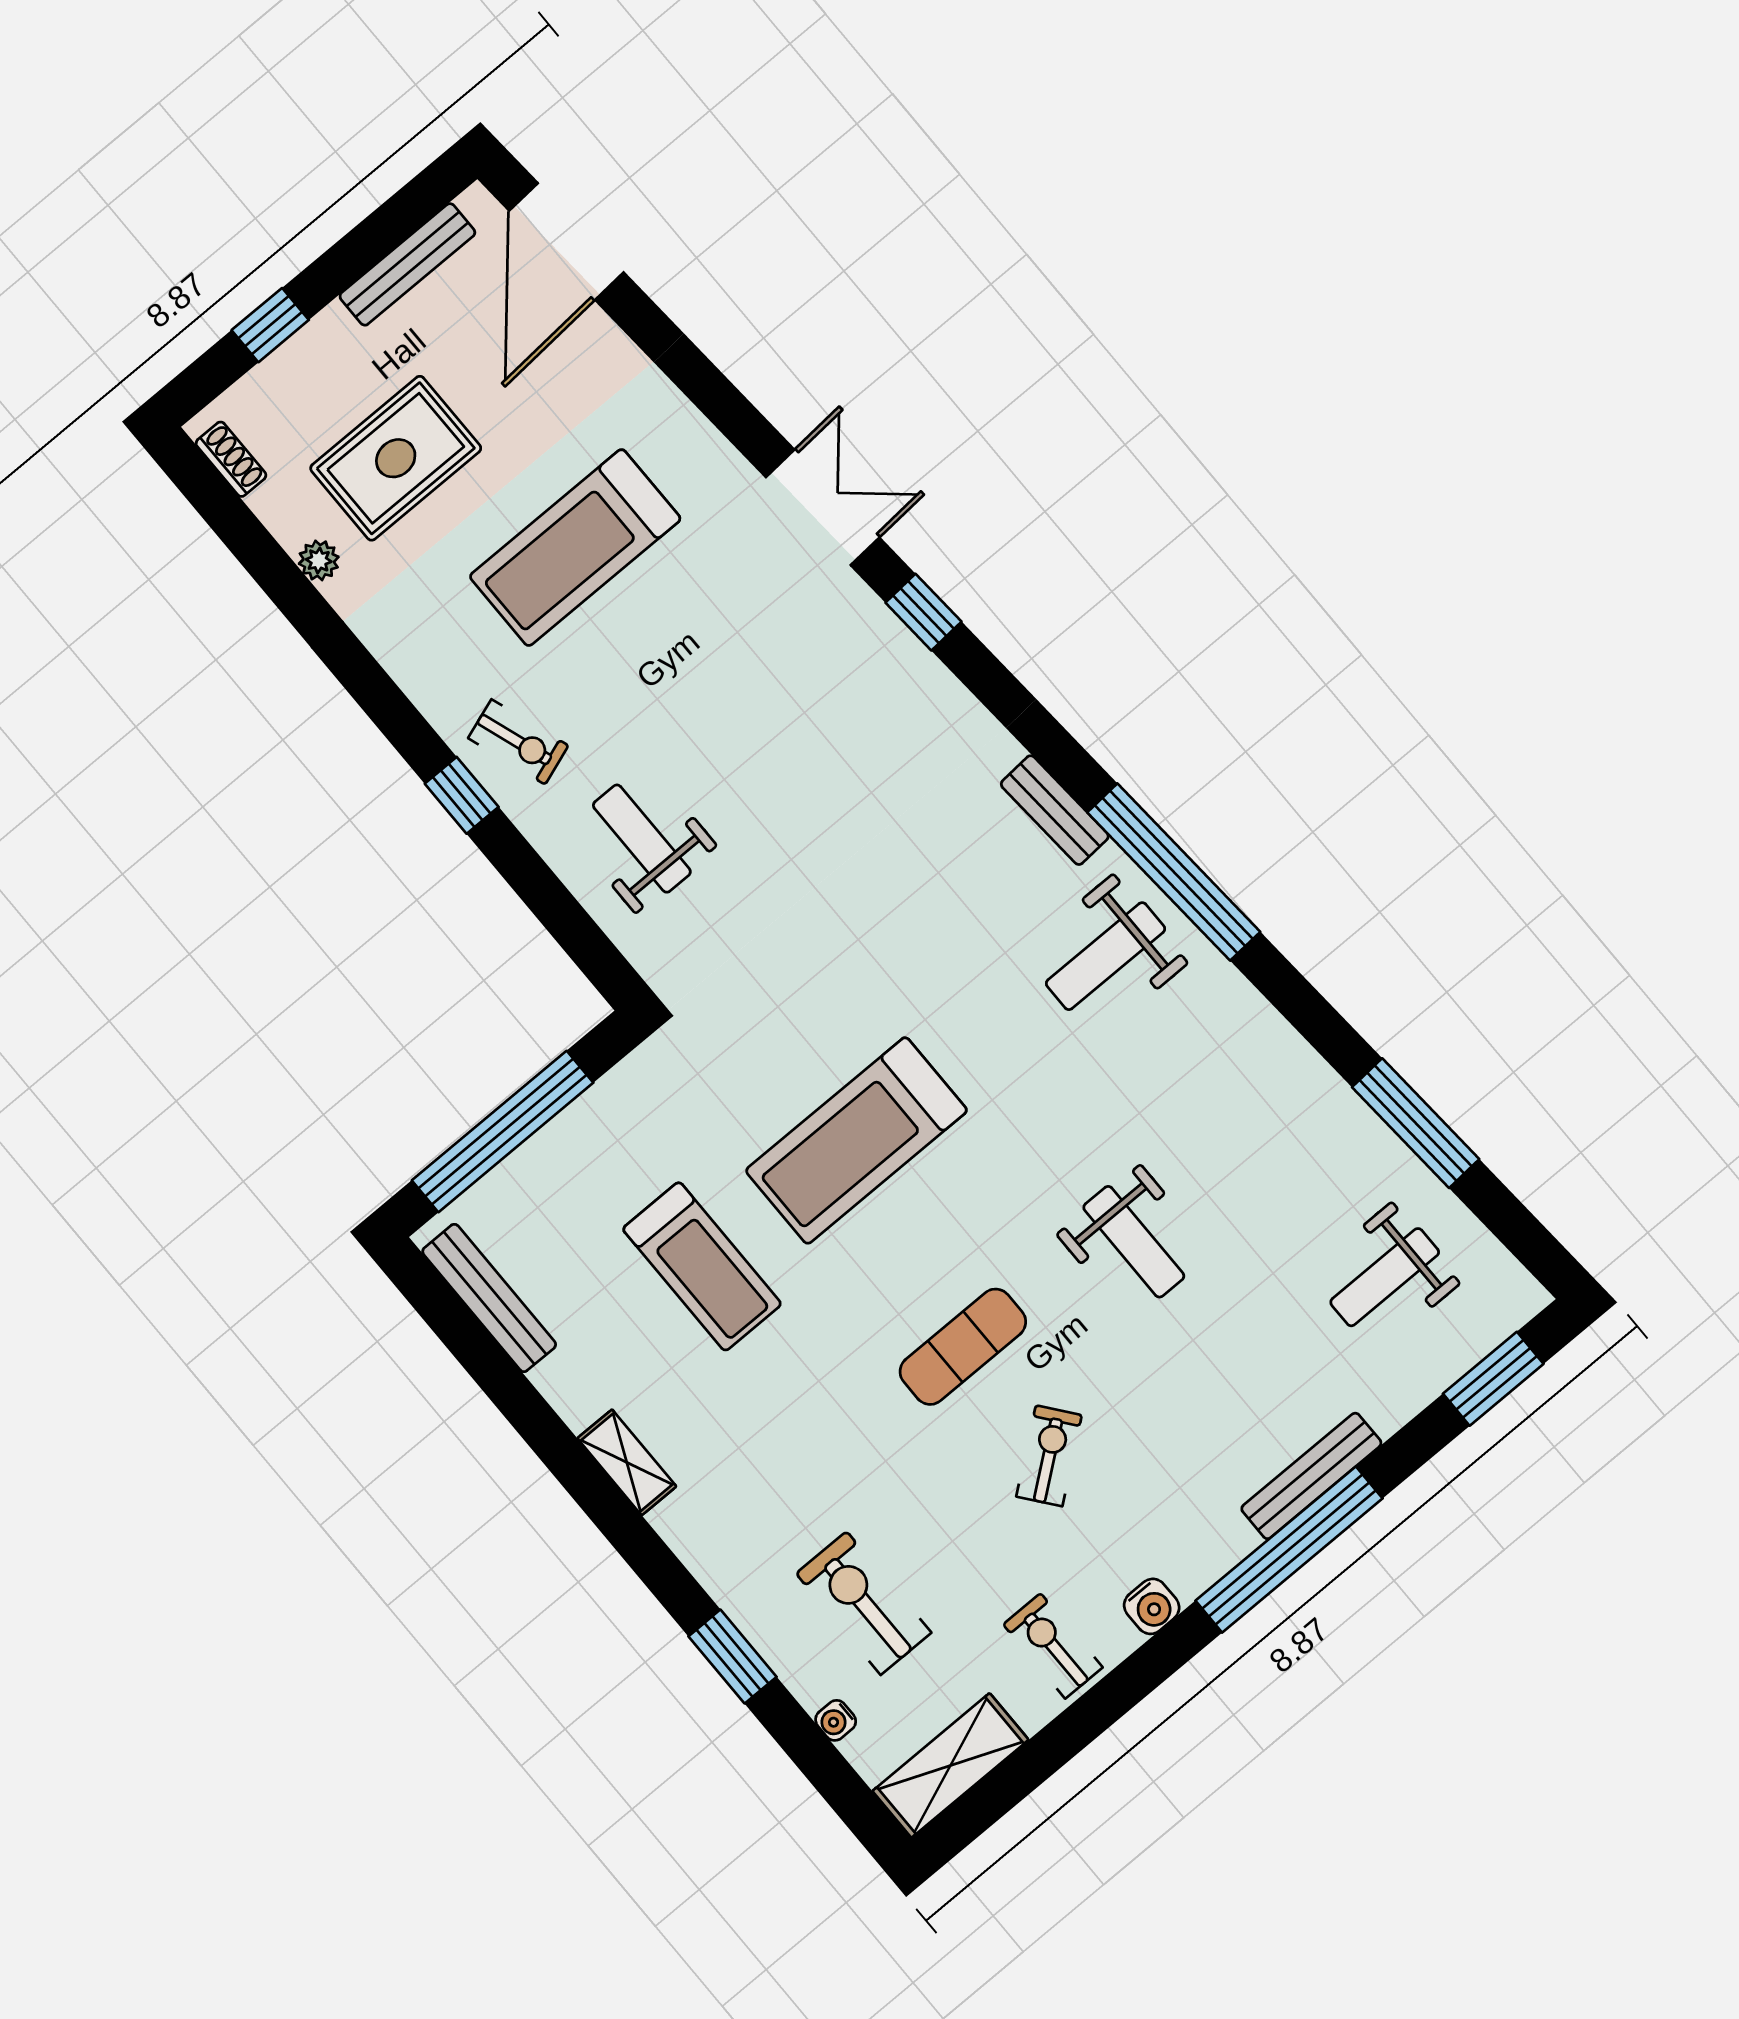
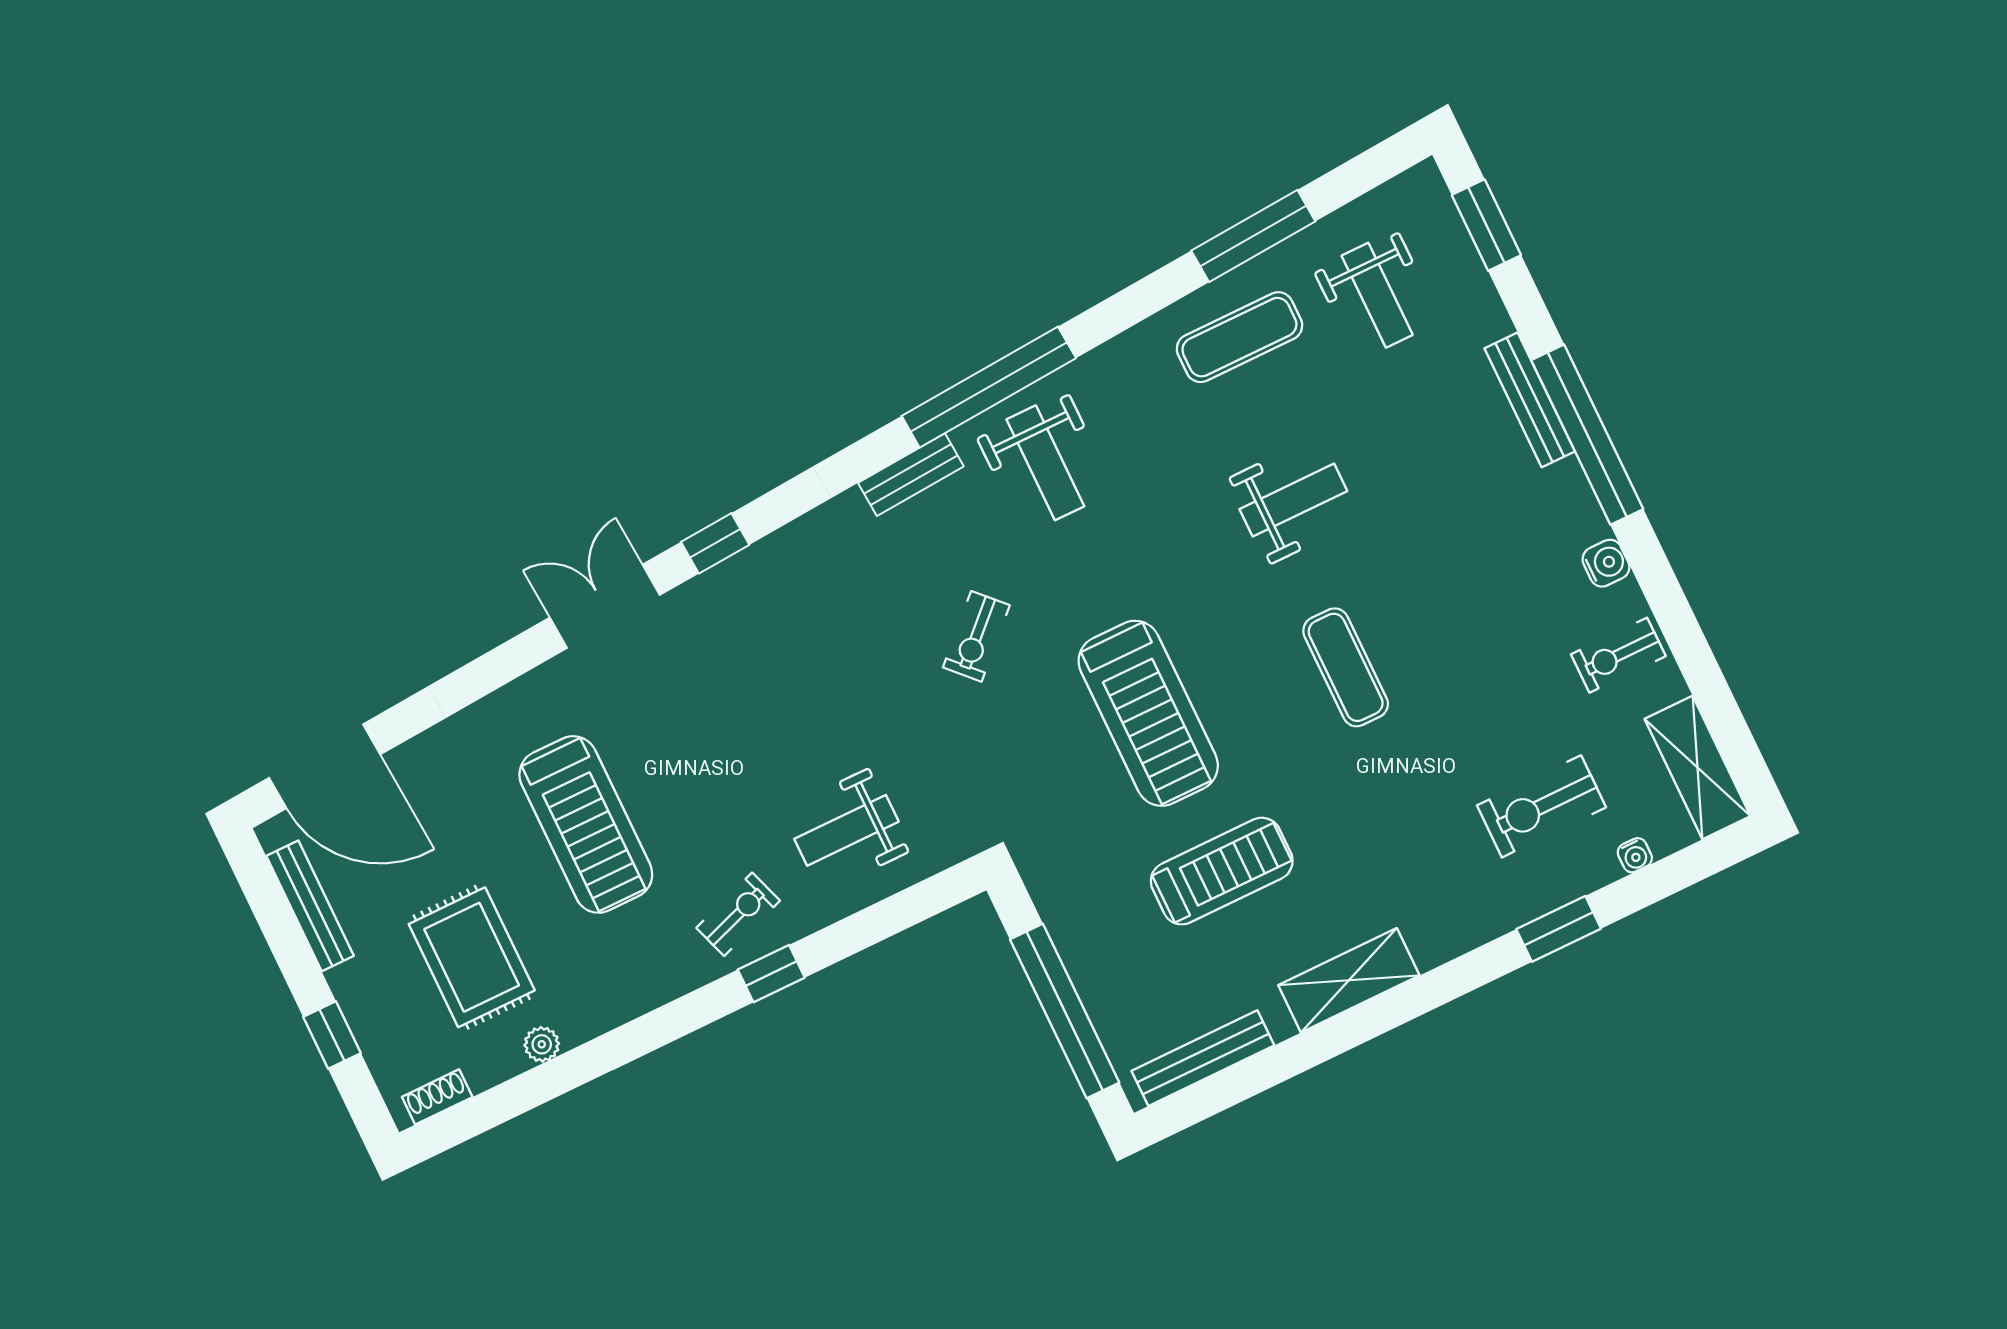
exercise mat: (1300, 1136) -> (1239, 337), added
exercise bike: (1049, 1456) -> (976, 636), moved, turned -96
shelving: (627, 1462) -> (1349, 980), width x1.50, depth x1.33

